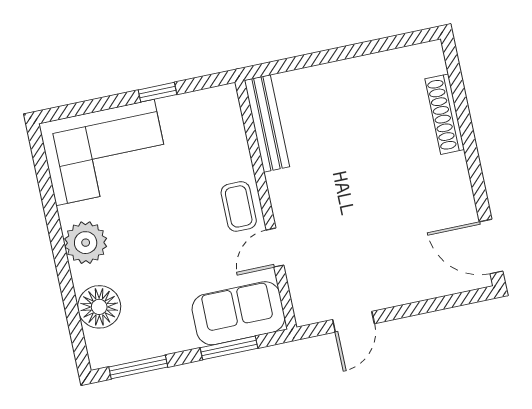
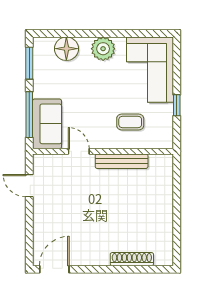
bench: (267, 123) -> (122, 161), moved
coffee table: (239, 206) -> (130, 122), moved
window: (229, 348) -> (29, 115), width x1.44

